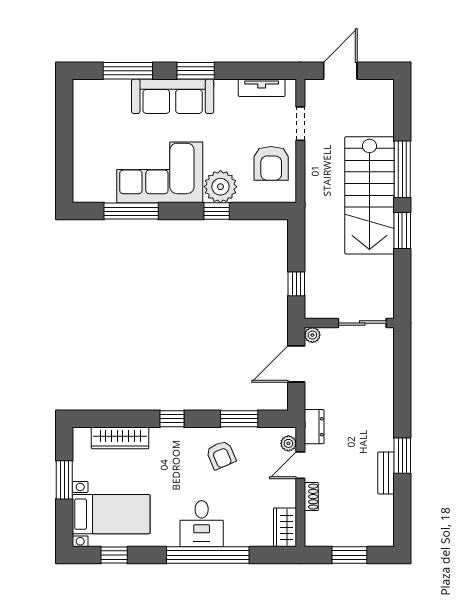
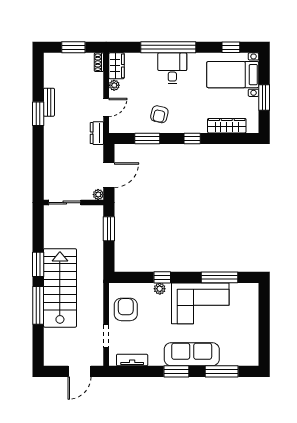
plant: (220, 187) -> (160, 289), width x0.53, depth x0.53
window: (296, 284) -> (109, 229), width x1.50
plant: (288, 443) -> (114, 85), moved
armchair: (221, 455) -> (159, 114), turned -144
shoe rack: (311, 497) -> (99, 62), moved

